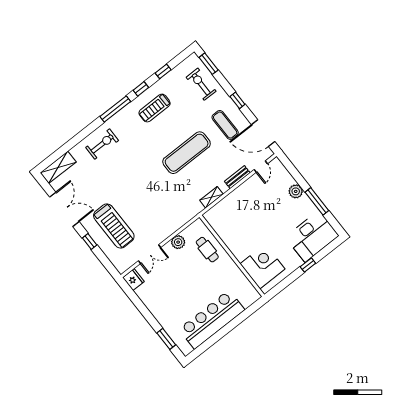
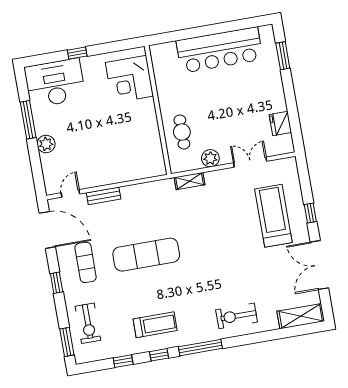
shelving: (211, 197) -> (190, 181), moved
fridge: (133, 279) -> (280, 123), moved

